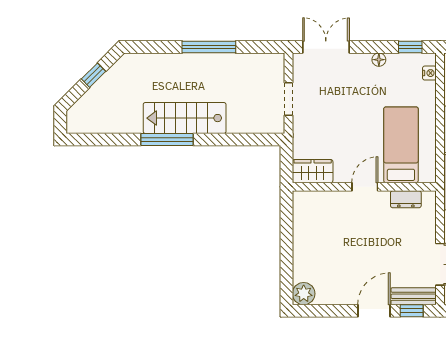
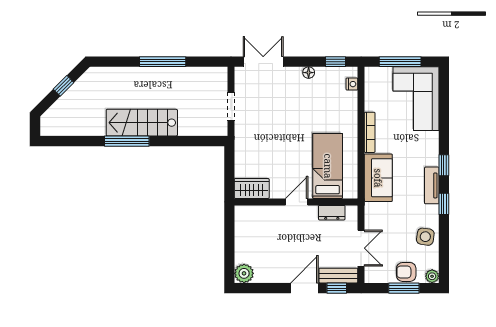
bed: (401, 145) -> (328, 166), moved
wardrobe: (313, 171) -> (252, 188), moved
wall: (364, 187) -> (296, 202), moved
door: (365, 187) -> (297, 202), moved
dresser: (406, 199) -> (332, 213), moved

